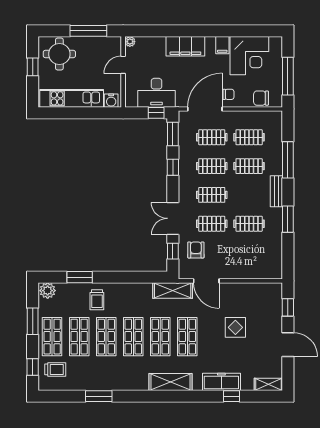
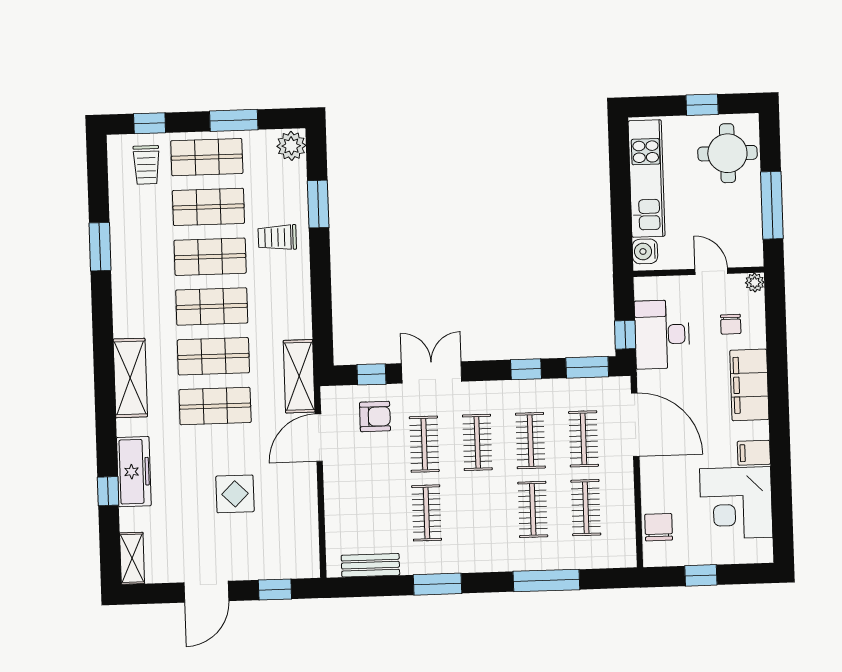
window: (288, 76) -> (701, 575), width x0.46
chair: (228, 94) -> (731, 324), moved
bench: (276, 191) -> (370, 565), moved

